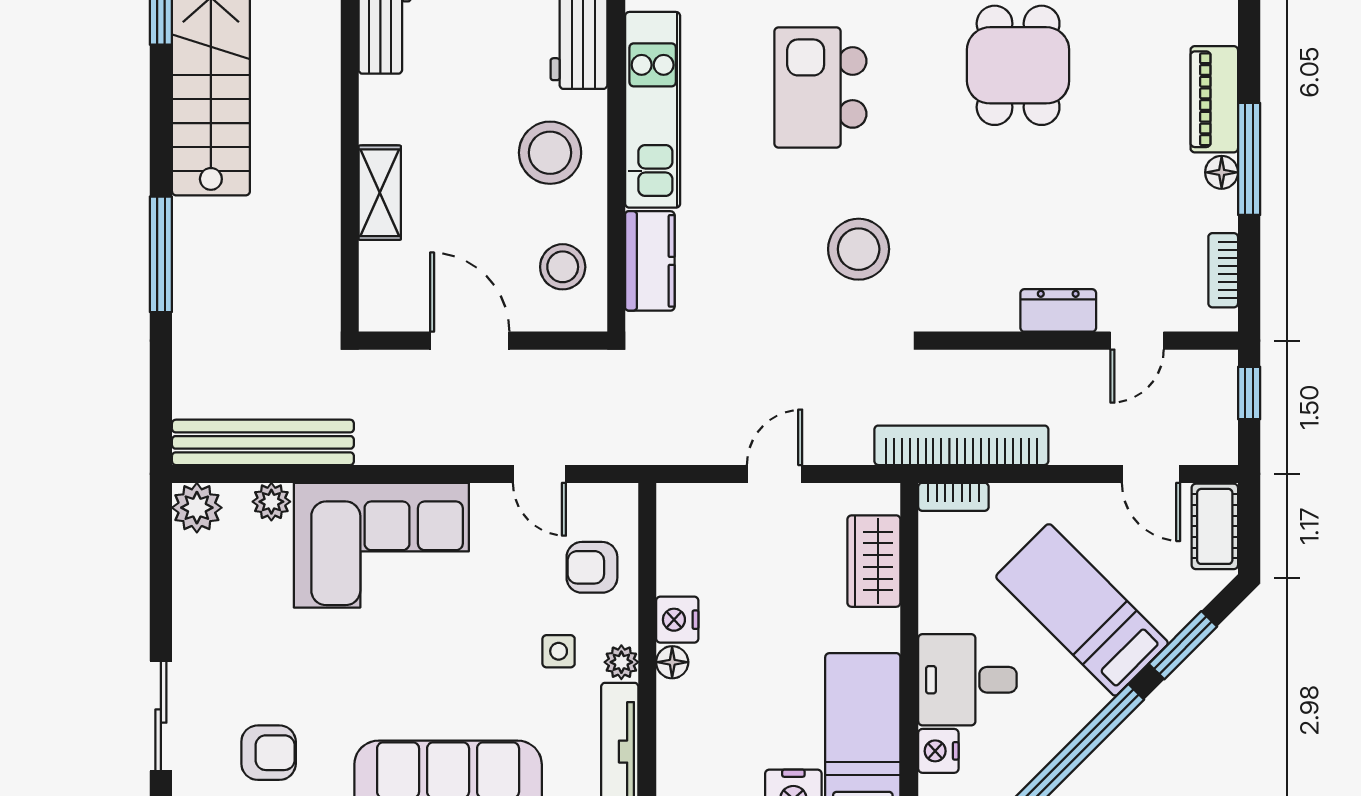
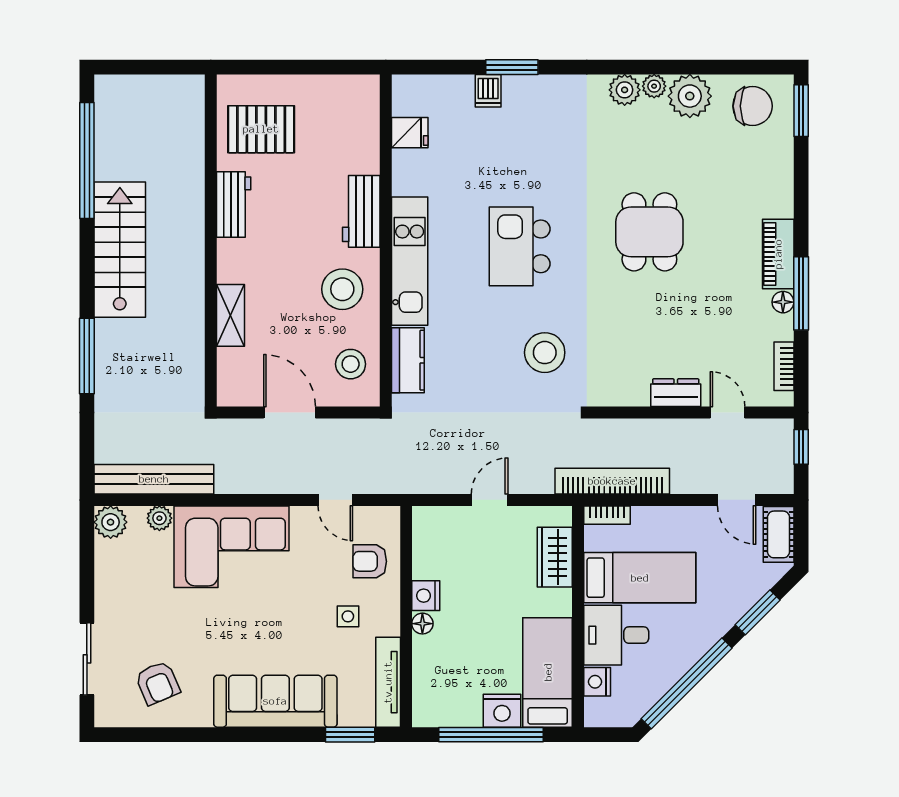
door: (1137, 341) -> (728, 413), swing flipped
bed: (1082, 610) -> (640, 578), moved, turned 135
plant: (621, 662) -> (389, 624), removed
armchair: (269, 753) -> (158, 683), turned 67

